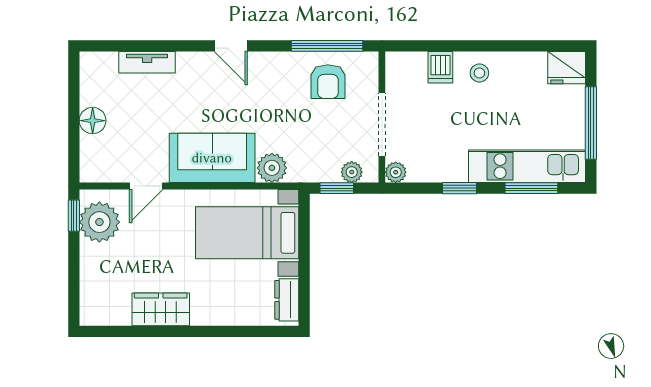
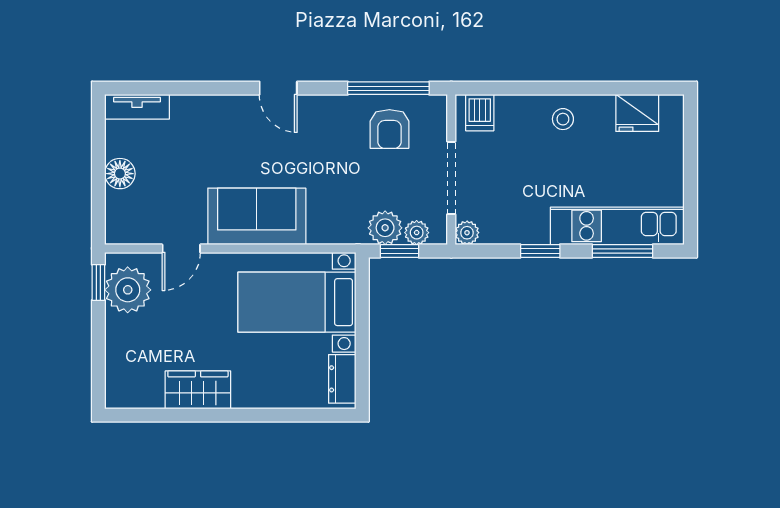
tv unit: (147, 62) -> (137, 107), moved
dishwasher: (440, 67) -> (480, 113), moved
fridge: (567, 68) -> (637, 113), moved
window: (591, 123) -> (690, 176), removed
plant: (272, 168) -> (385, 228), moved

